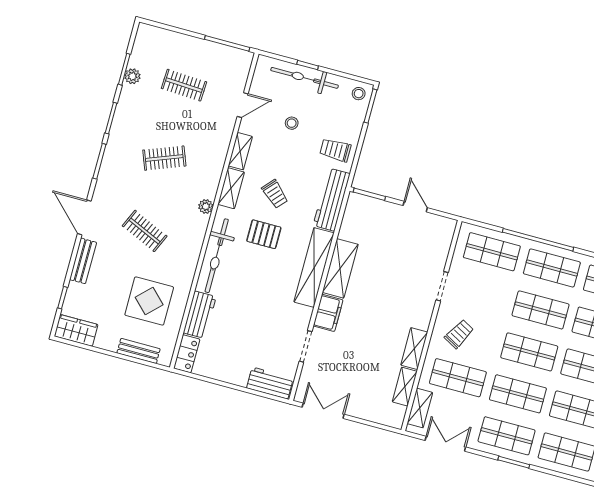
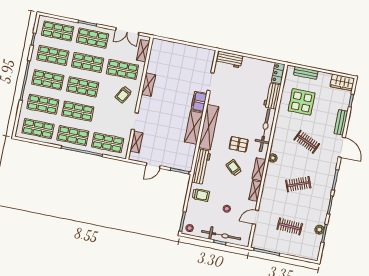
door: (415, 207) -> (153, 166), hinge flipped
shelving: (405, 387) -> (136, 142), moved
double door: (323, 411) -> (198, 46), removed

